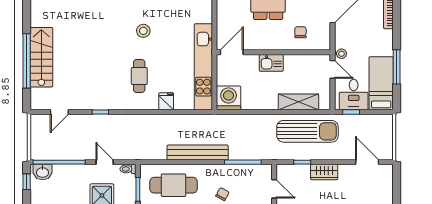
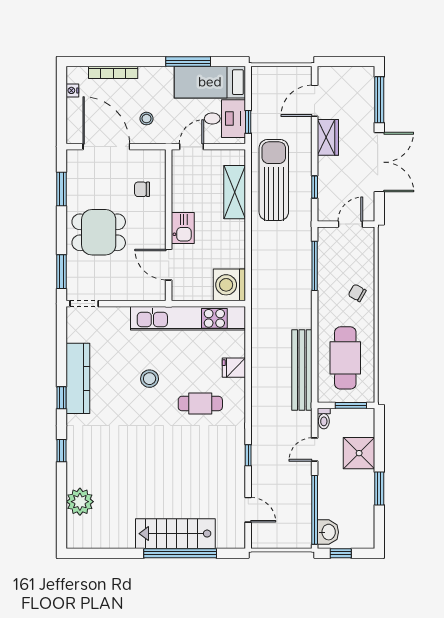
stool: (143, 31) -> (150, 379), moved
door: (232, 52) -> (169, 265), moved
stool: (341, 54) -> (146, 119), moved
bench: (198, 152) -> (302, 370), moved
wardrobe: (324, 172) -> (328, 137), moved

